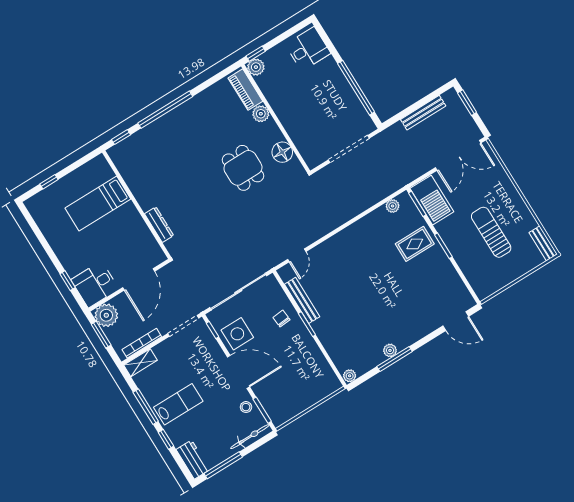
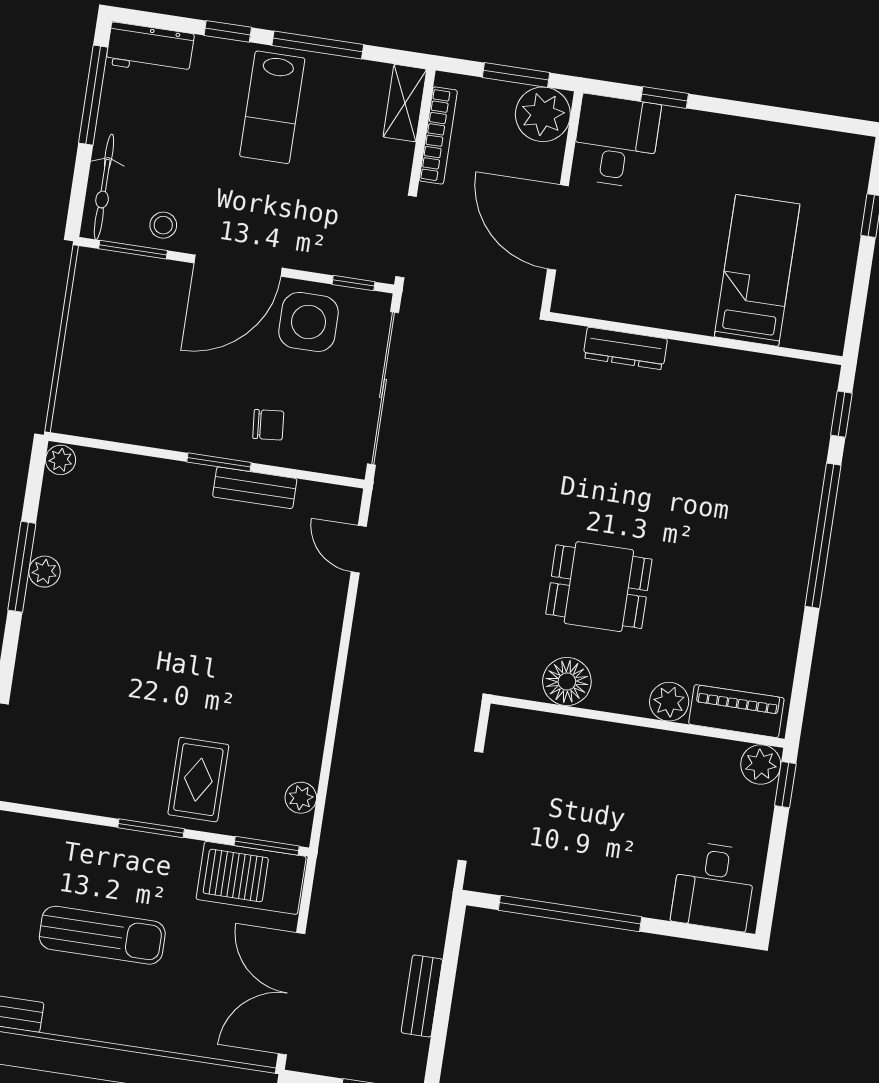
bench: (423, 113) -> (422, 996), width x0.73
bench: (302, 300) -> (255, 488), width x0.73

